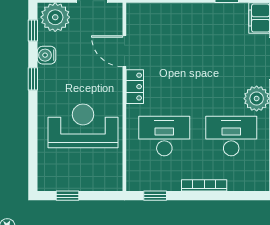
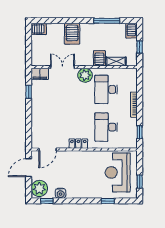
door: (124, 51) -> (48, 150), moved
window: (33, 79) -> (108, 201), moved
reception desk: (83, 126) -> (118, 172), moved

